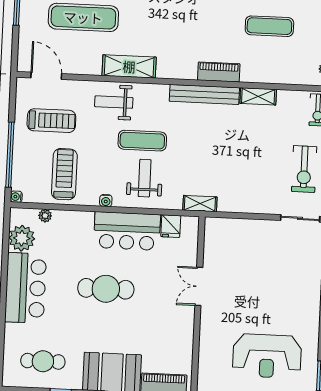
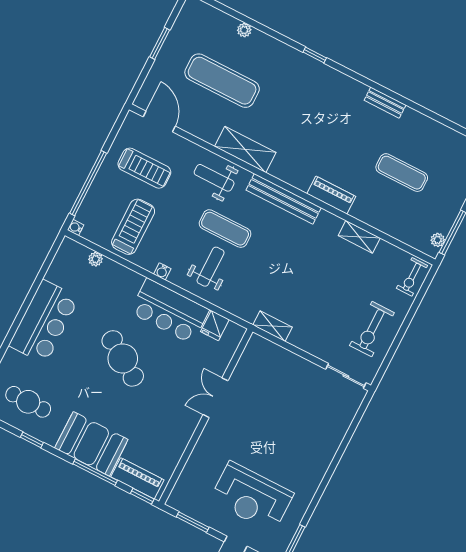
bench: (204, 94) -> (284, 199), moved
shelving: (200, 204) -> (272, 326), moved
plant: (22, 238) -> (62, 271), removed
cafe table: (106, 289) -> (123, 358), turned 33

